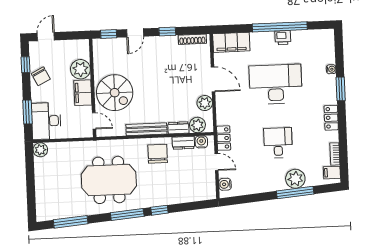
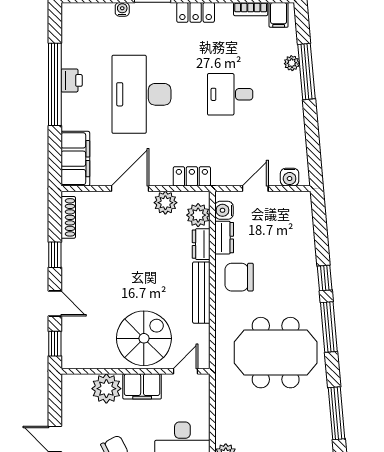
locker: (224, 138) -> (192, 176), moved
plant: (295, 179) -> (292, 63), width x0.53, depth x0.53
meeting table: (109, 180) -> (276, 353), turned 90

